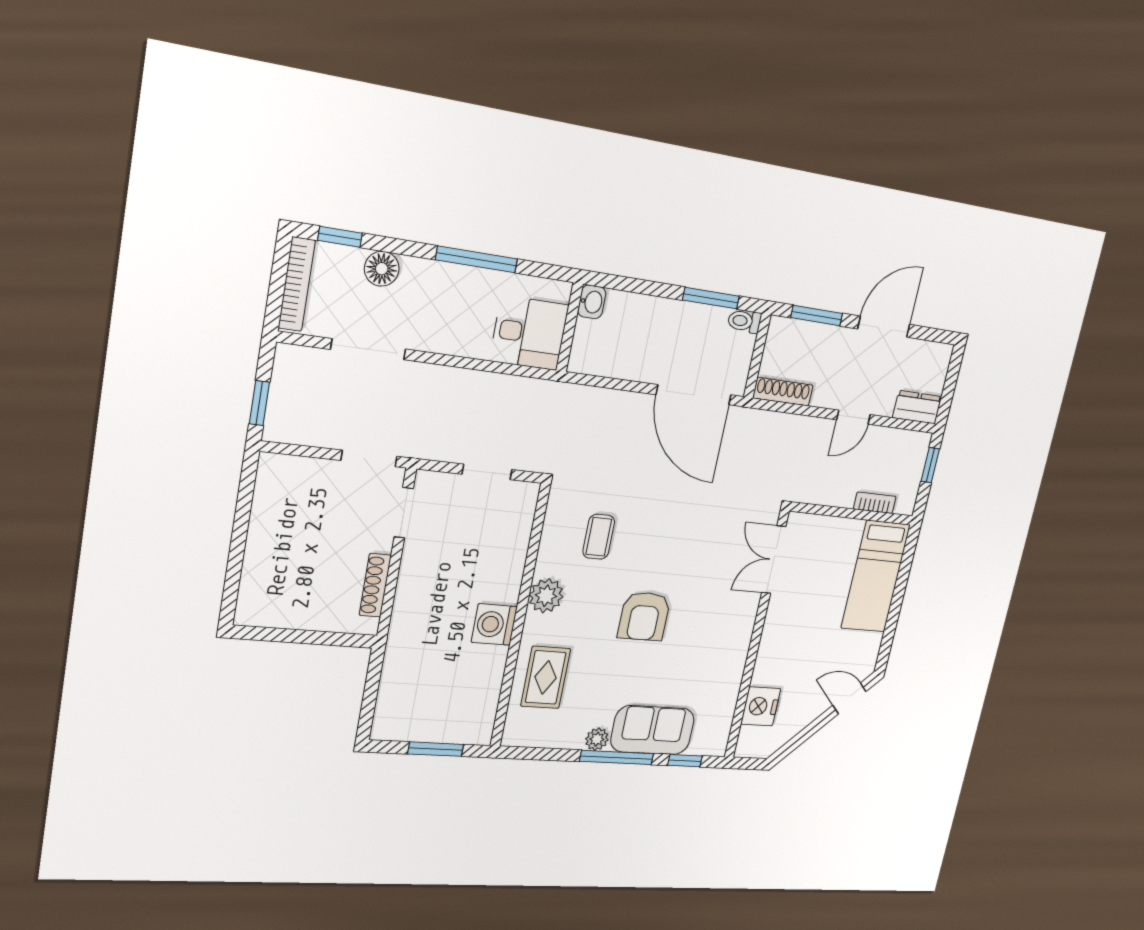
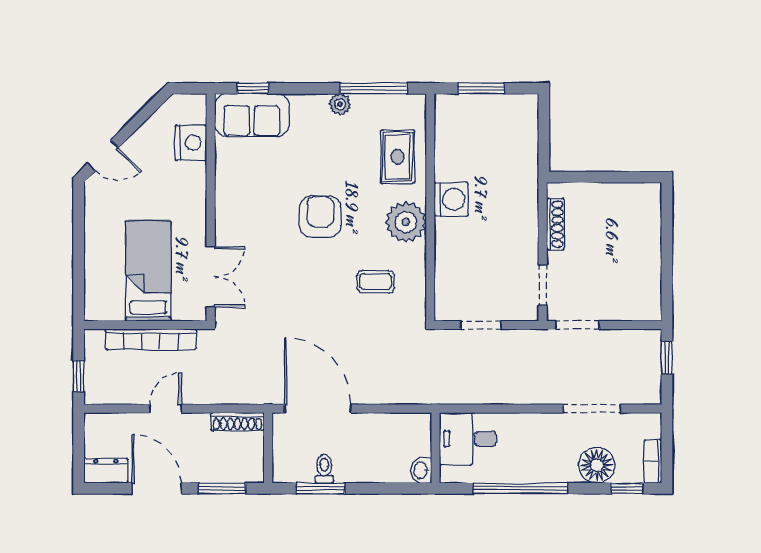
window: (477, 259) -> (520, 488), width x1.46
floor lamp: (382, 269) -> (597, 465), width x1.38, depth x1.38
bookcase: (297, 284) -> (653, 461), width x0.64
toilet: (744, 321) -> (324, 469), moved, turned -90
door: (884, 327) -> (157, 488), swing flipped
dresser: (917, 407) -> (106, 471), moved, turned 180
bookcase: (875, 503) -> (151, 339), width x2.31, depth x1.31
coffee table: (599, 537) -> (376, 281), turned 90
bed: (876, 576) -> (148, 271), moved
plant: (546, 596) -> (406, 222), width x1.36, depth x1.36
sofa: (653, 730) -> (252, 115), moved
window: (617, 757) -> (374, 88), moved

